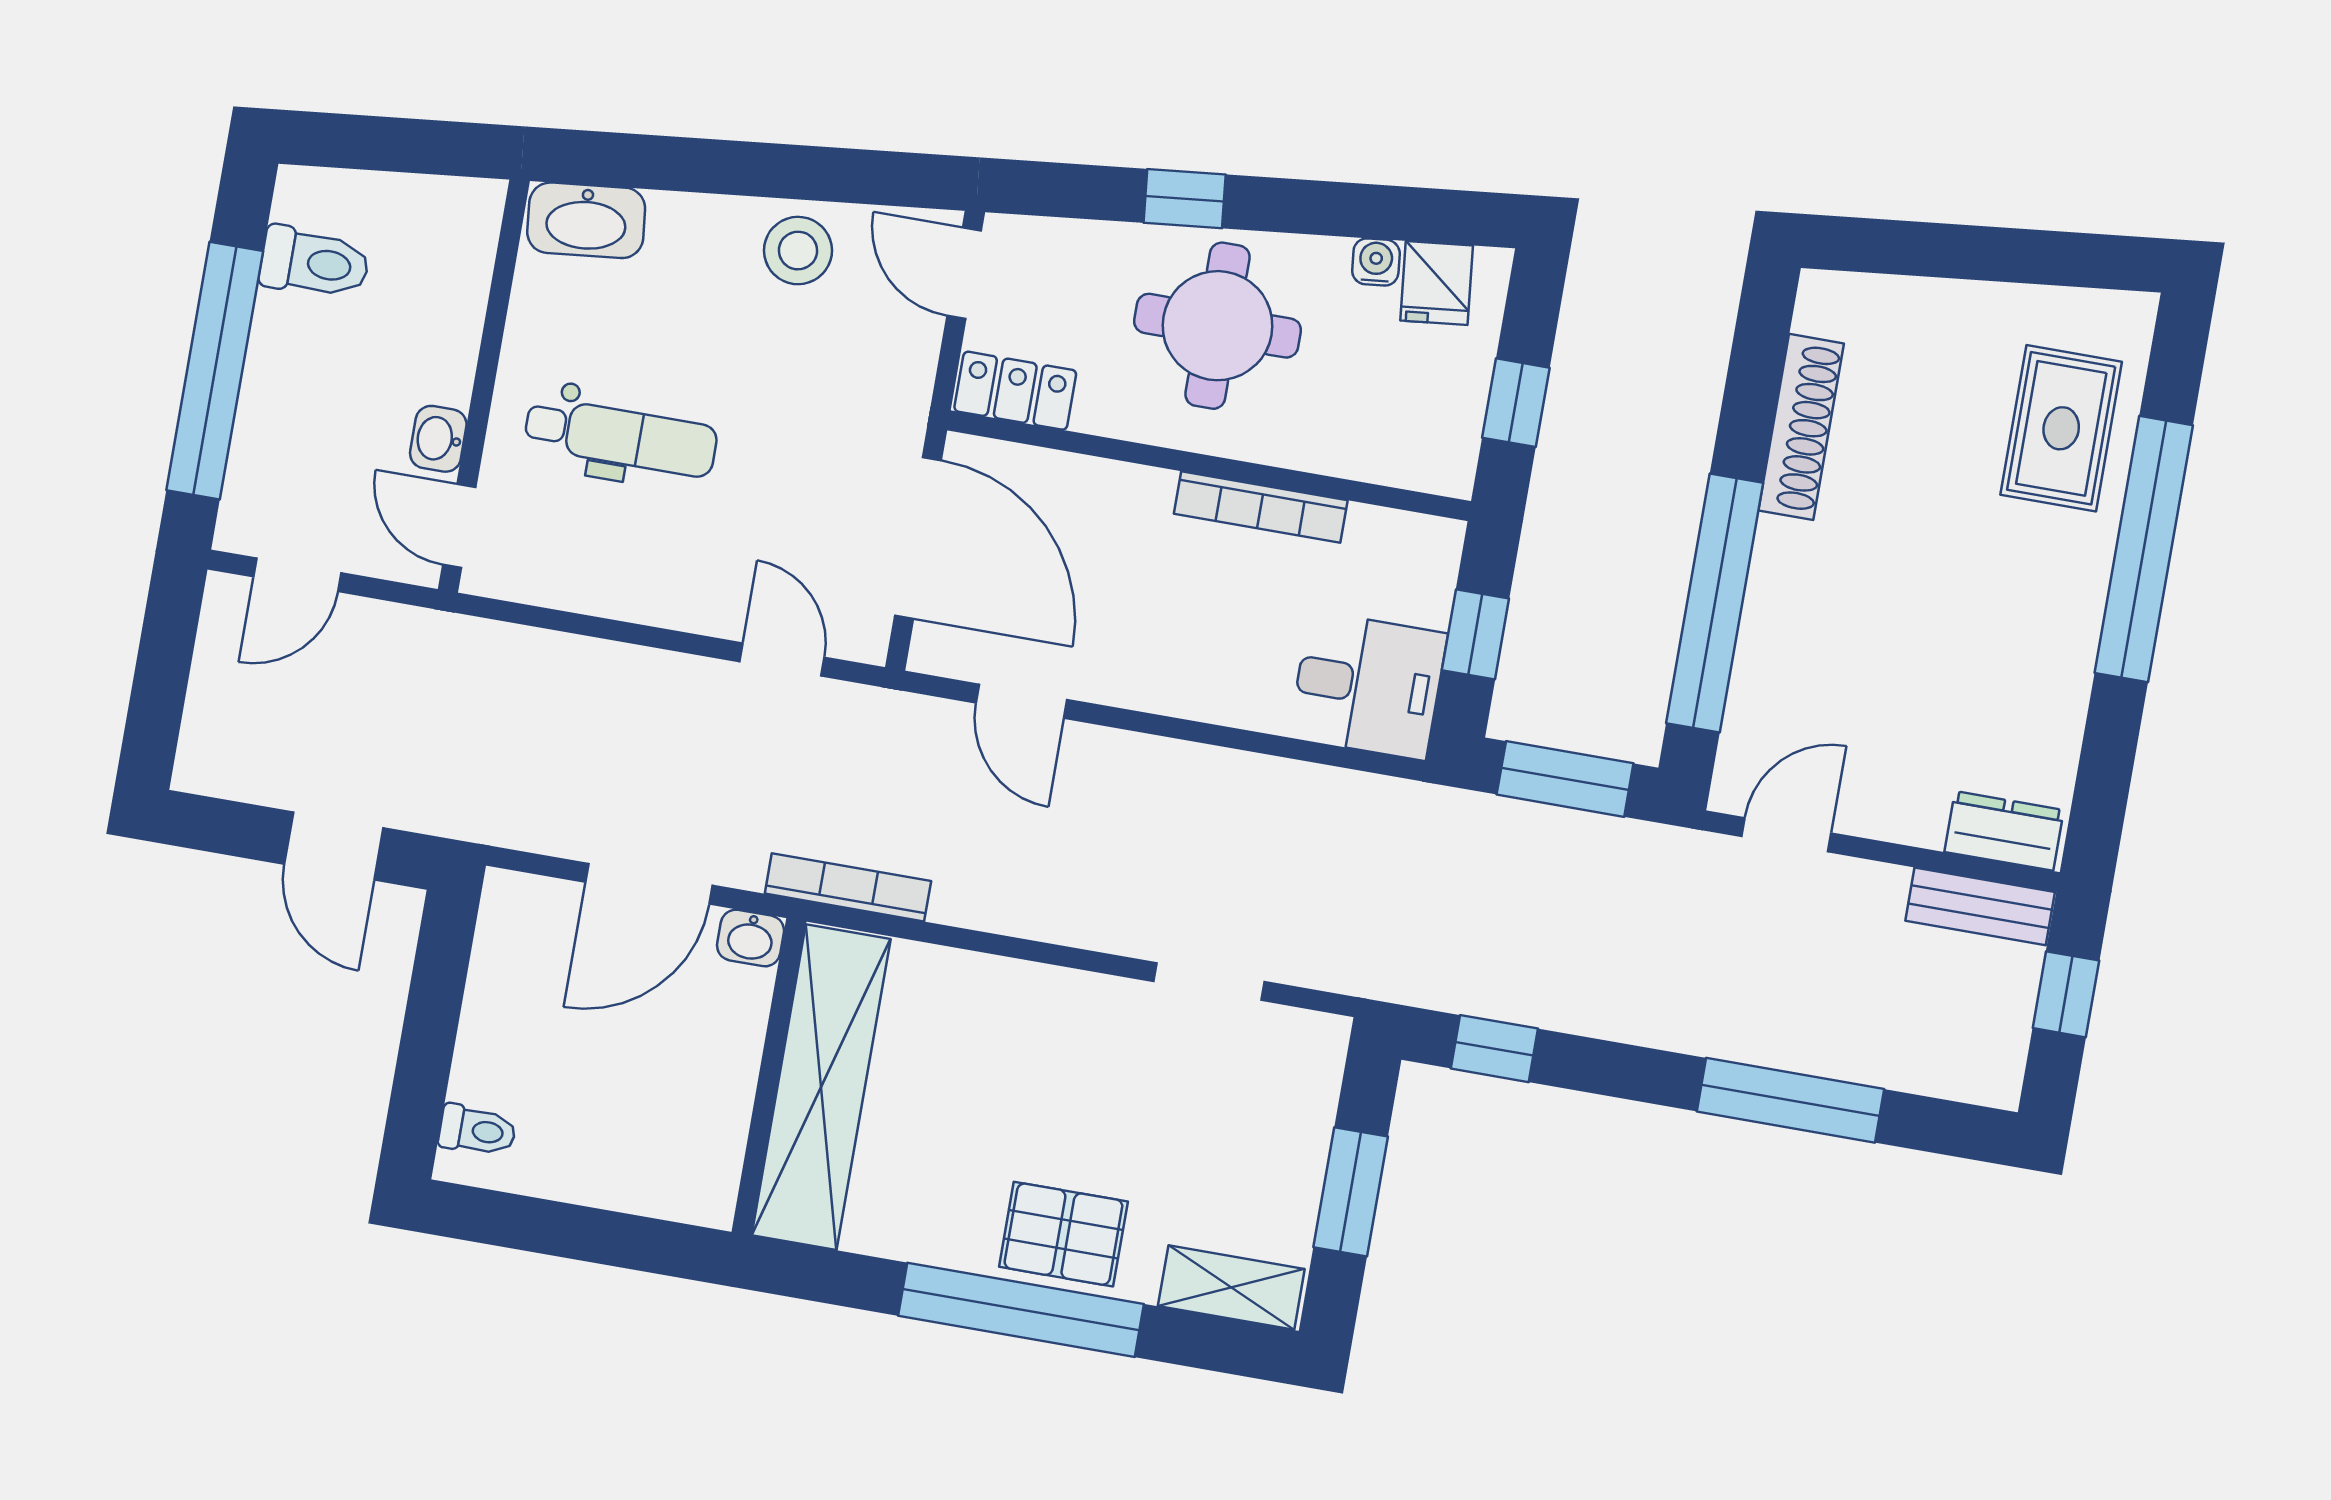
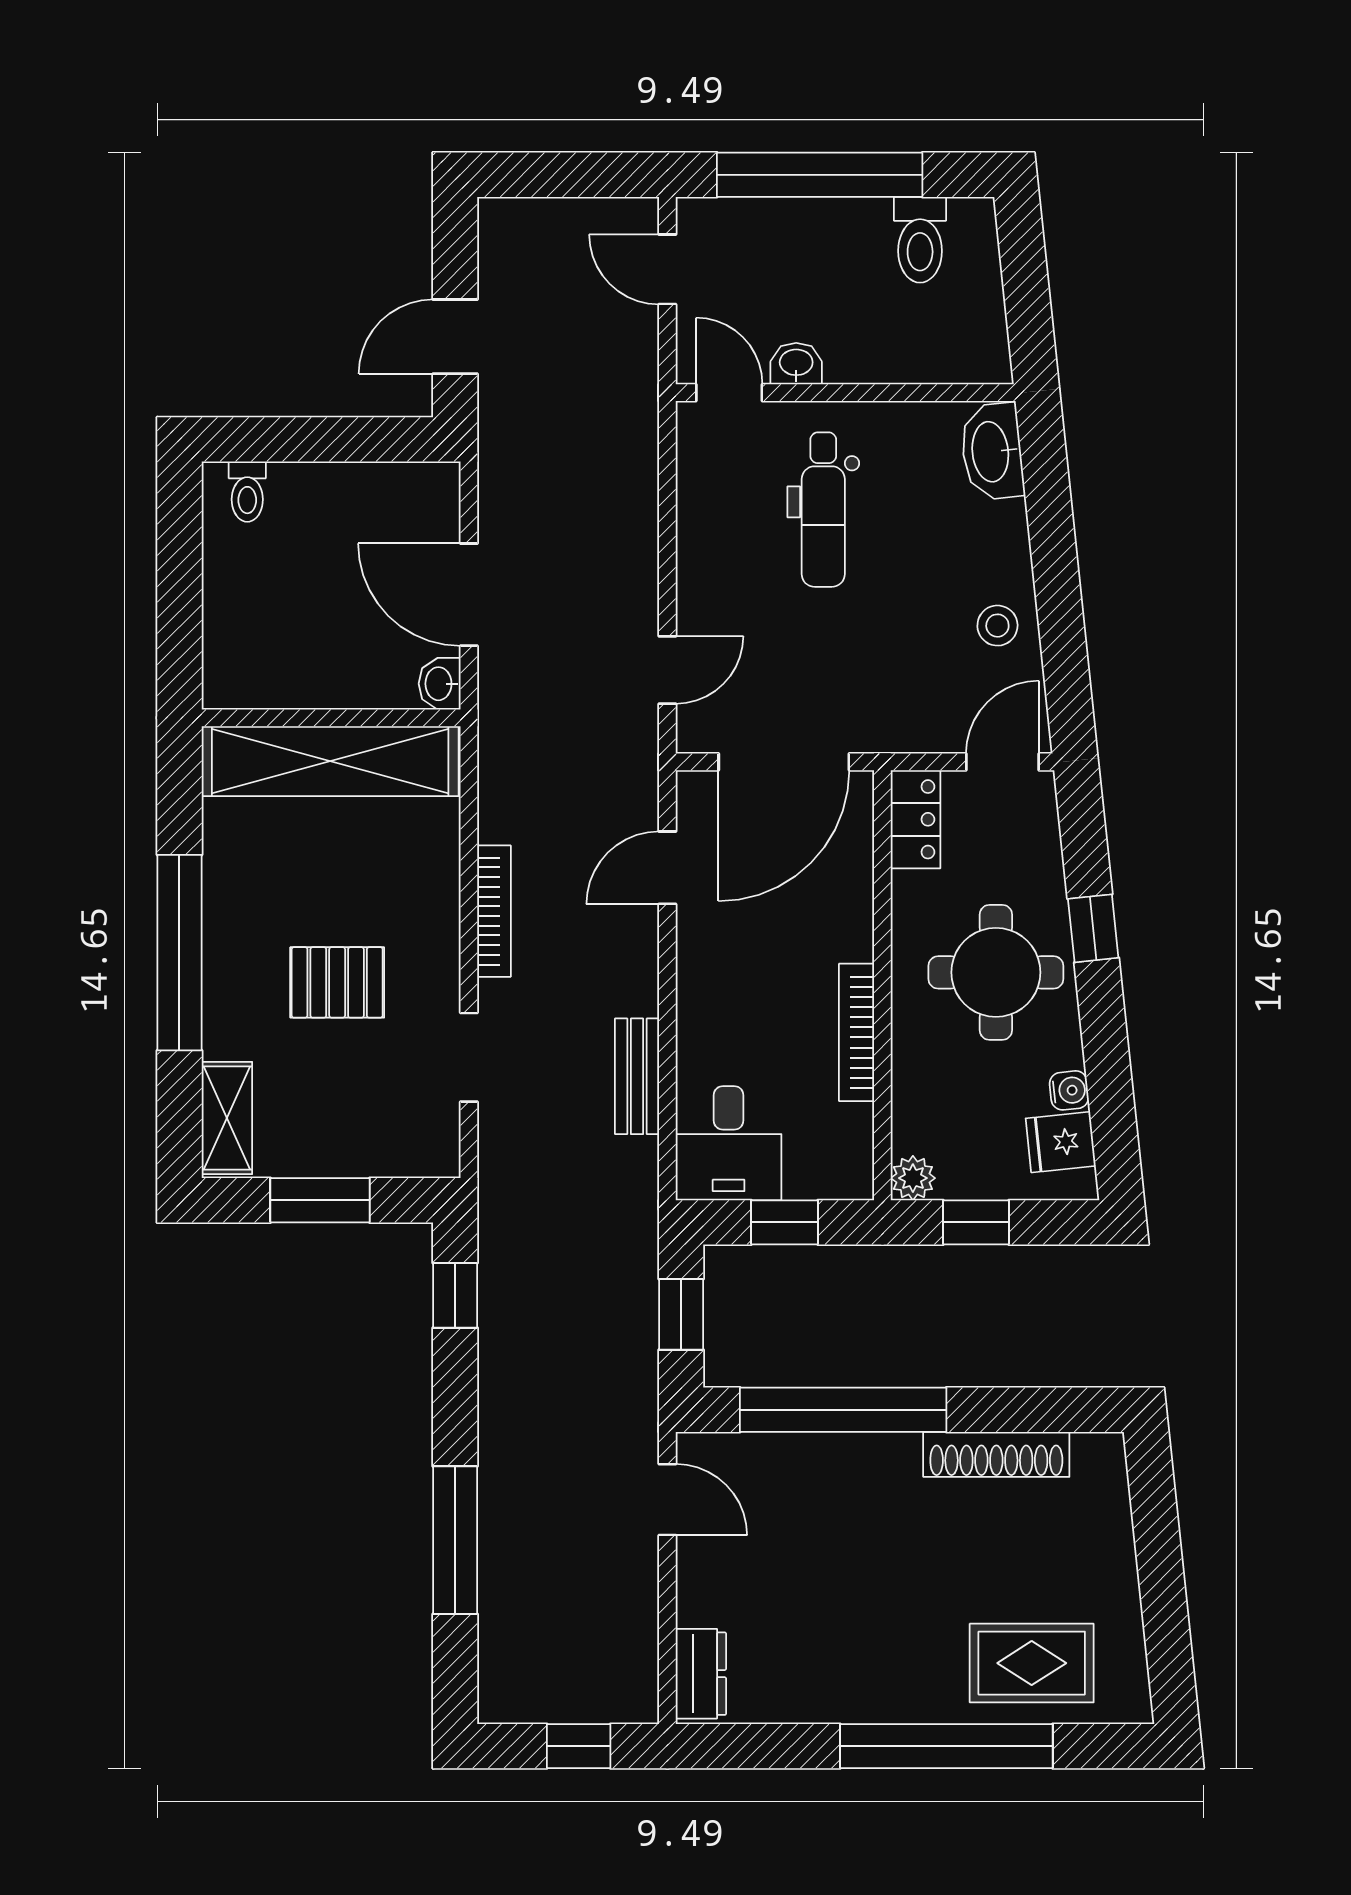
stool: (798, 251) -> (997, 626), width x0.73, depth x0.73
plant: (1449, 470) -> (913, 1178), added
door: (459, 526) -> (729, 393), hinge flipped
window: (1565, 779) -> (681, 1314), width x0.67
bookcase: (848, 887) -> (494, 911), moved
bench: (1980, 906) -> (637, 1076), moved
pallet: (1063, 1234) -> (337, 982), moved, turned 90

